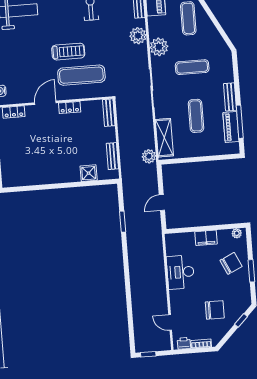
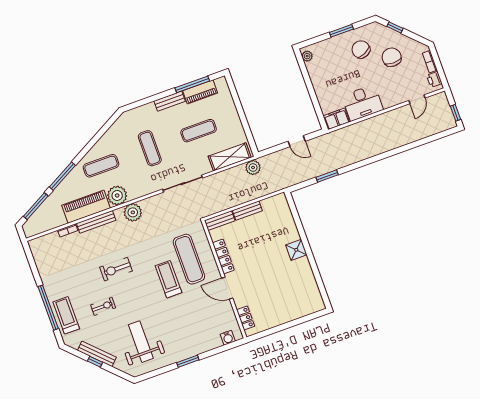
plant: (159, 47) -> (117, 195), moved
locker: (70, 108) -> (223, 256), width x1.53
bench: (112, 156) -> (247, 211), moved
shower: (89, 173) -> (296, 250), moved
filing cabinet: (206, 238) -> (337, 119), moved, turned -90
chair: (231, 263) -> (361, 49), moved

